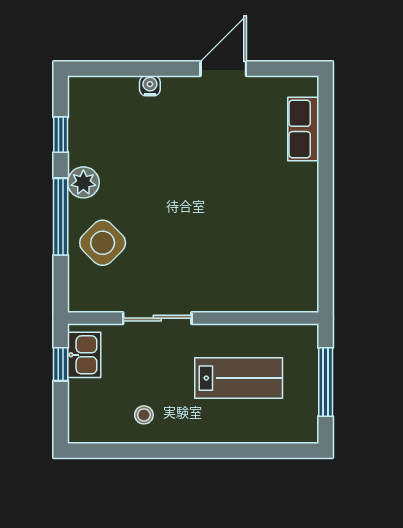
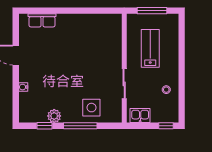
plant: (83, 182) -> (54, 116), moved
side table: (103, 243) -> (91, 108), turned 45
window: (61, 364) -> (166, 126), moved

